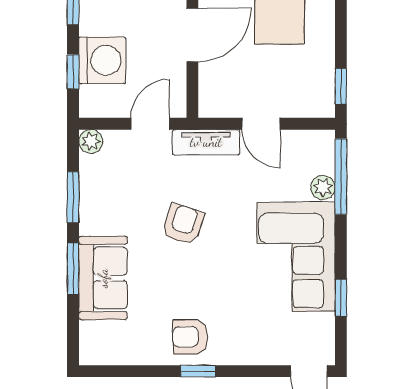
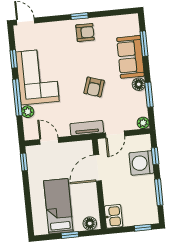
door: (192, 35) -> (98, 168), moved
door: (261, 124) -> (49, 141), moved
window: (341, 176) -> (17, 97), moved
floor lamp: (92, 221) -> (139, 84), added
window: (73, 269) -> (144, 44), moved

